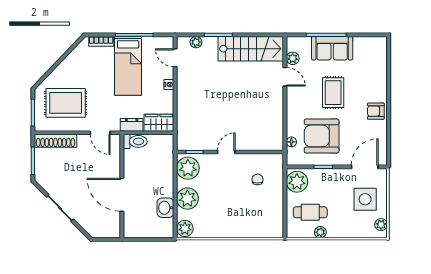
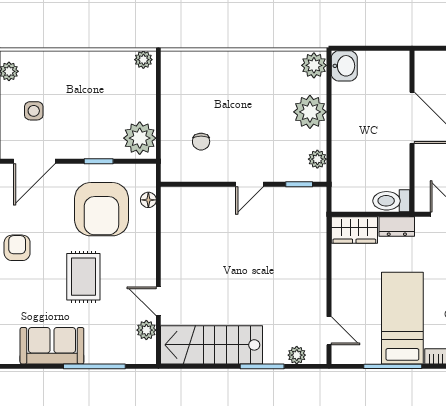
sofa: (332, 48) -> (52, 346), moved
nightstand: (169, 84) -> (339, 289), removed
armchair: (376, 111) -> (17, 248), turned -90
armchair: (322, 136) -> (101, 209), turned 90
plant: (188, 168) -> (317, 159), width x0.53, depth x0.53
side table: (365, 199) -> (34, 111), width x0.54, depth x0.54
washbasin: (165, 208) -> (344, 66), moved
cafe table: (310, 212) -> (119, 90), removed
plant: (320, 232) -> (143, 60), moved

